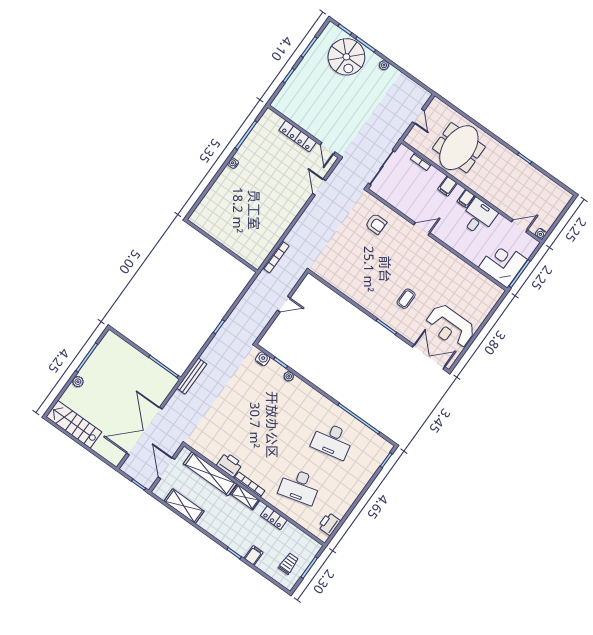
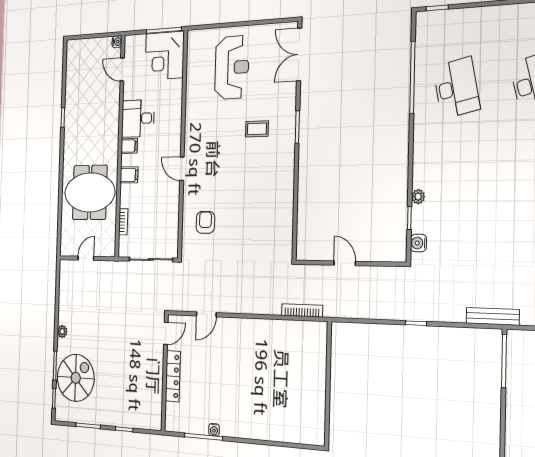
water cooler: (233, 163) -> (214, 430), moved
reception desk: (450, 327) -> (232, 67), moved

